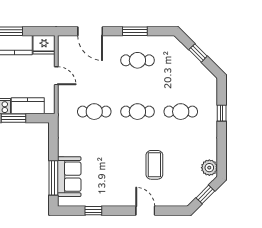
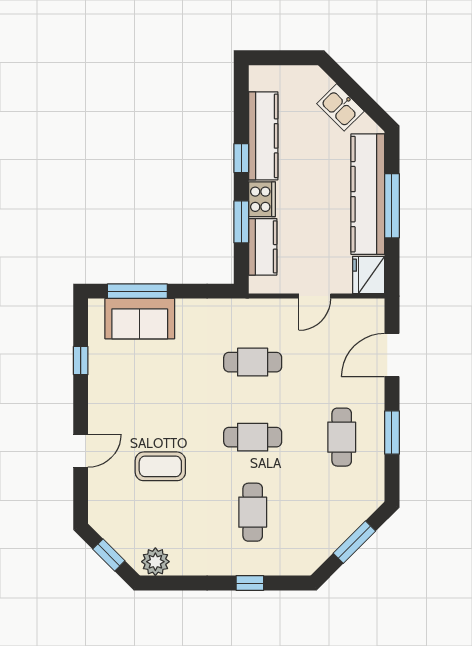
window: (198, 53) -> (354, 542), width x1.50
cafe table: (94, 112) -> (253, 362), turned 90
cafe table: (137, 112) -> (253, 437), turned 90

